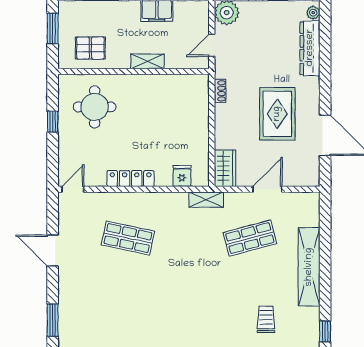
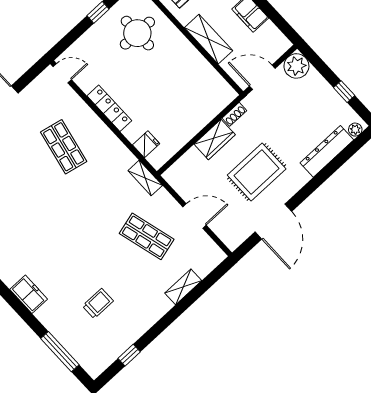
door: (212, 45) -> (262, 77), width x1.38
shelving: (147, 61) -> (209, 39), width x1.50, depth x1.33
wardrobe: (225, 168) -> (215, 139), moved
shelving: (309, 267) -> (183, 287), width x0.45, depth x0.75

